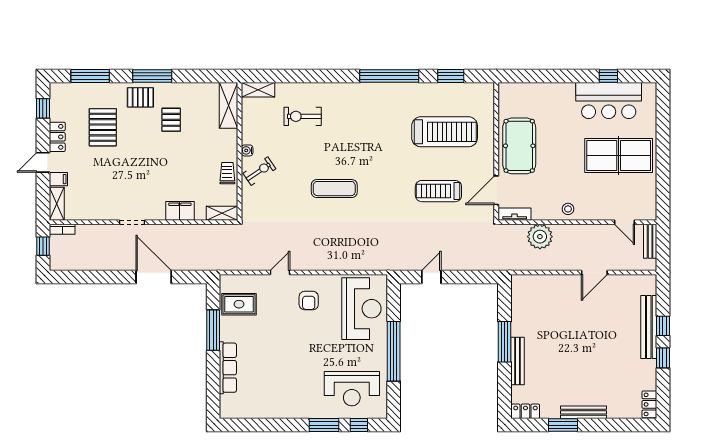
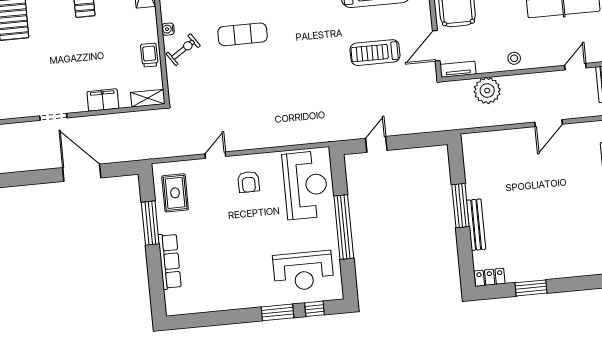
exercise mat: (334, 189) -> (243, 34), moved
door: (624, 222) -> (575, 67), swing flipped
rug: (239, 304) -> (175, 193), turned 90
bench: (583, 412) -> (551, 272), removed

